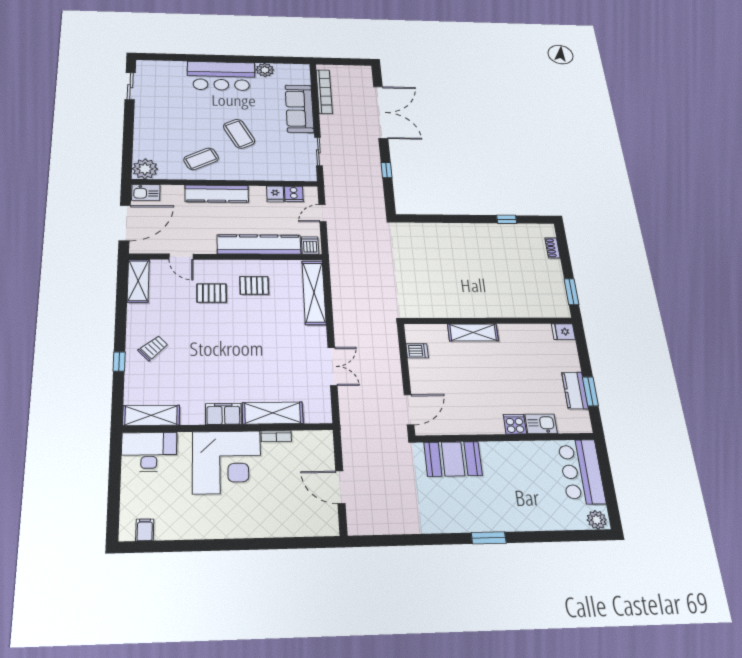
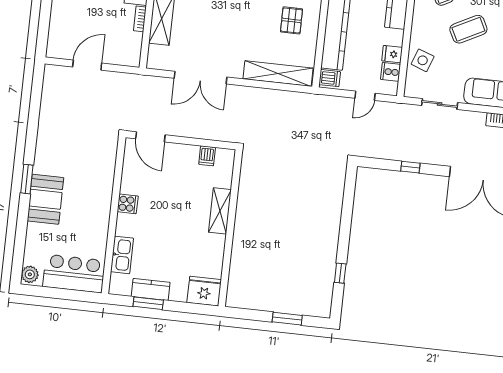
side table: (277, 168) -> (423, 60), added
door: (322, 213) -> (365, 96), swing flipped
shoe rack: (553, 248) -> (303, 310), removed
window: (571, 292) -> (287, 319), moved
fridge: (563, 332) -> (204, 291), width x1.88, depth x1.34
double door: (332, 366) -> (201, 78), width x1.37
cooker: (515, 424) -> (128, 204), moved
kitchen sink: (541, 424) -> (122, 255), width x1.38
booth: (453, 459) -> (45, 199), moved

